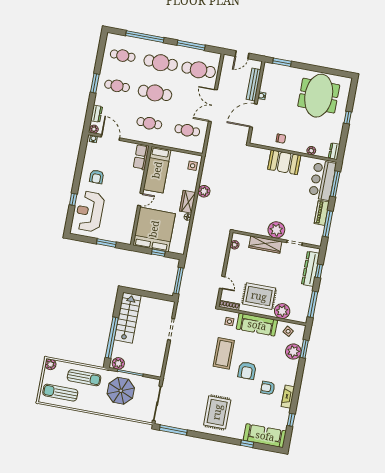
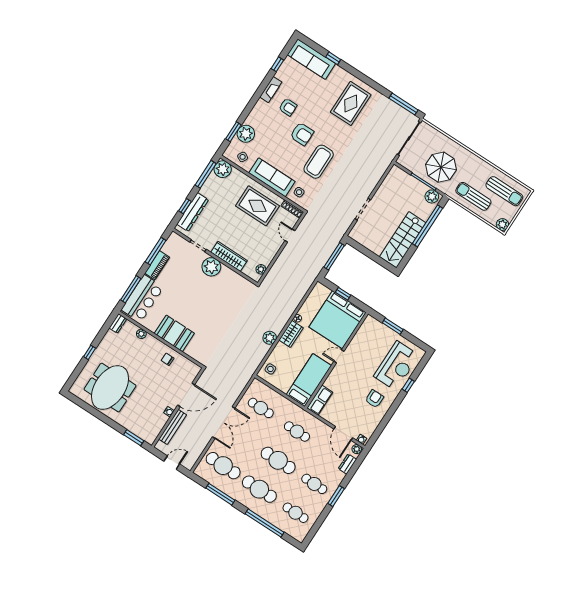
plant: (282, 311) -> (223, 169), moved
armchair: (247, 370) -> (302, 134), turned 90

